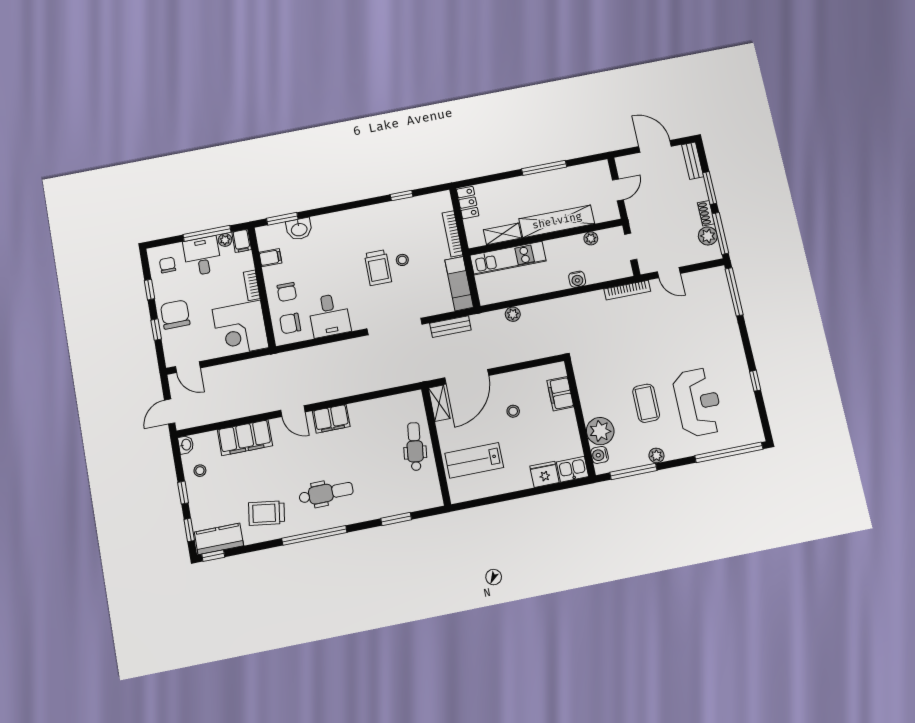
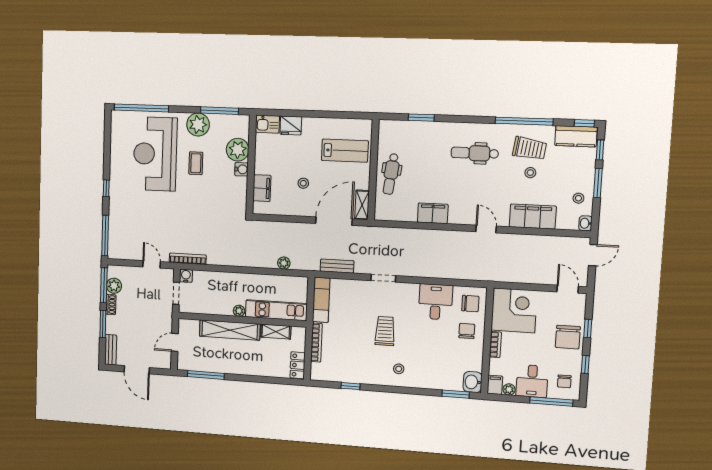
window: (544, 168) -> (206, 375), moved
washbasin: (299, 229) -> (473, 382), moved, turned -90
window: (207, 233) -> (551, 401), moved
plant: (591, 238) -> (239, 311), moved
filing cabinet: (270, 258) -> (474, 364), removed
stool: (402, 260) -> (399, 369), moved
water cooler: (577, 279) -> (186, 276), moved
doorway: (395, 326) -> (383, 278), width x0.53
window: (755, 381) -> (106, 188), moved
reception desk: (698, 402) -> (155, 154), width x1.36, depth x1.30
coffee table: (646, 403) -> (196, 163), width x0.73, depth x0.77
filing cabinet: (331, 419) -> (433, 213), moved
water cooler: (600, 455) -> (242, 169), moved
plant: (656, 455) -> (198, 125), width x1.88, depth x1.88
stool: (259, 486) -> (530, 173), added
window: (183, 493) -> (598, 183), width x1.50
window: (314, 535) -> (524, 121), moved

